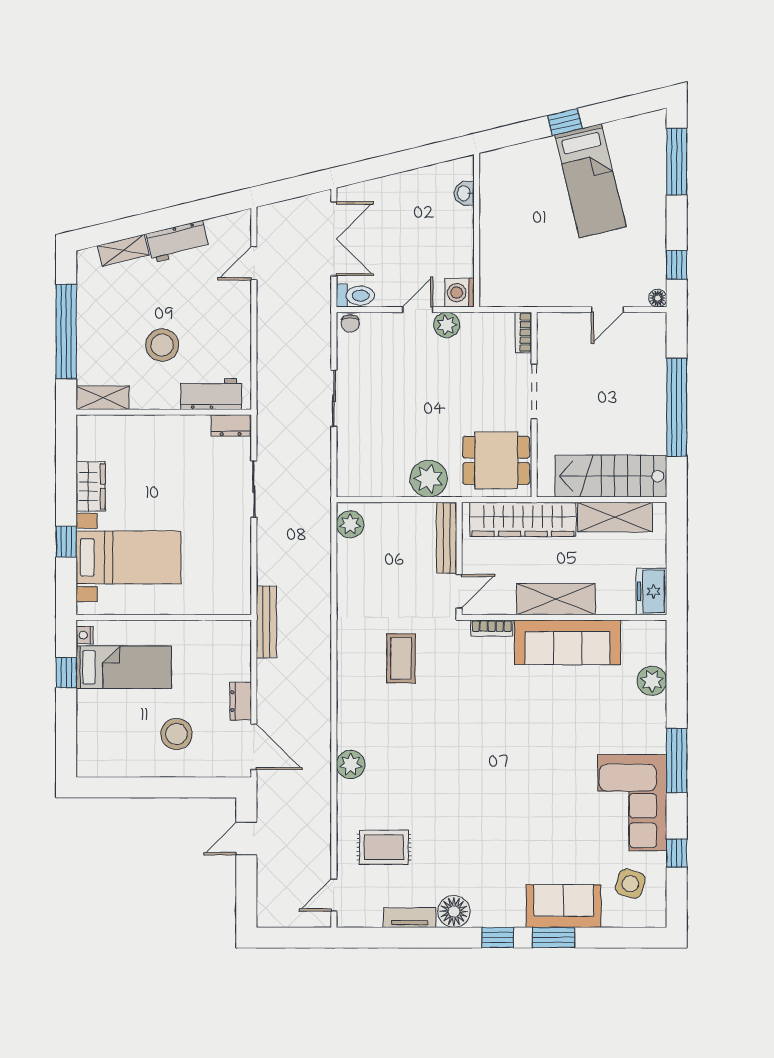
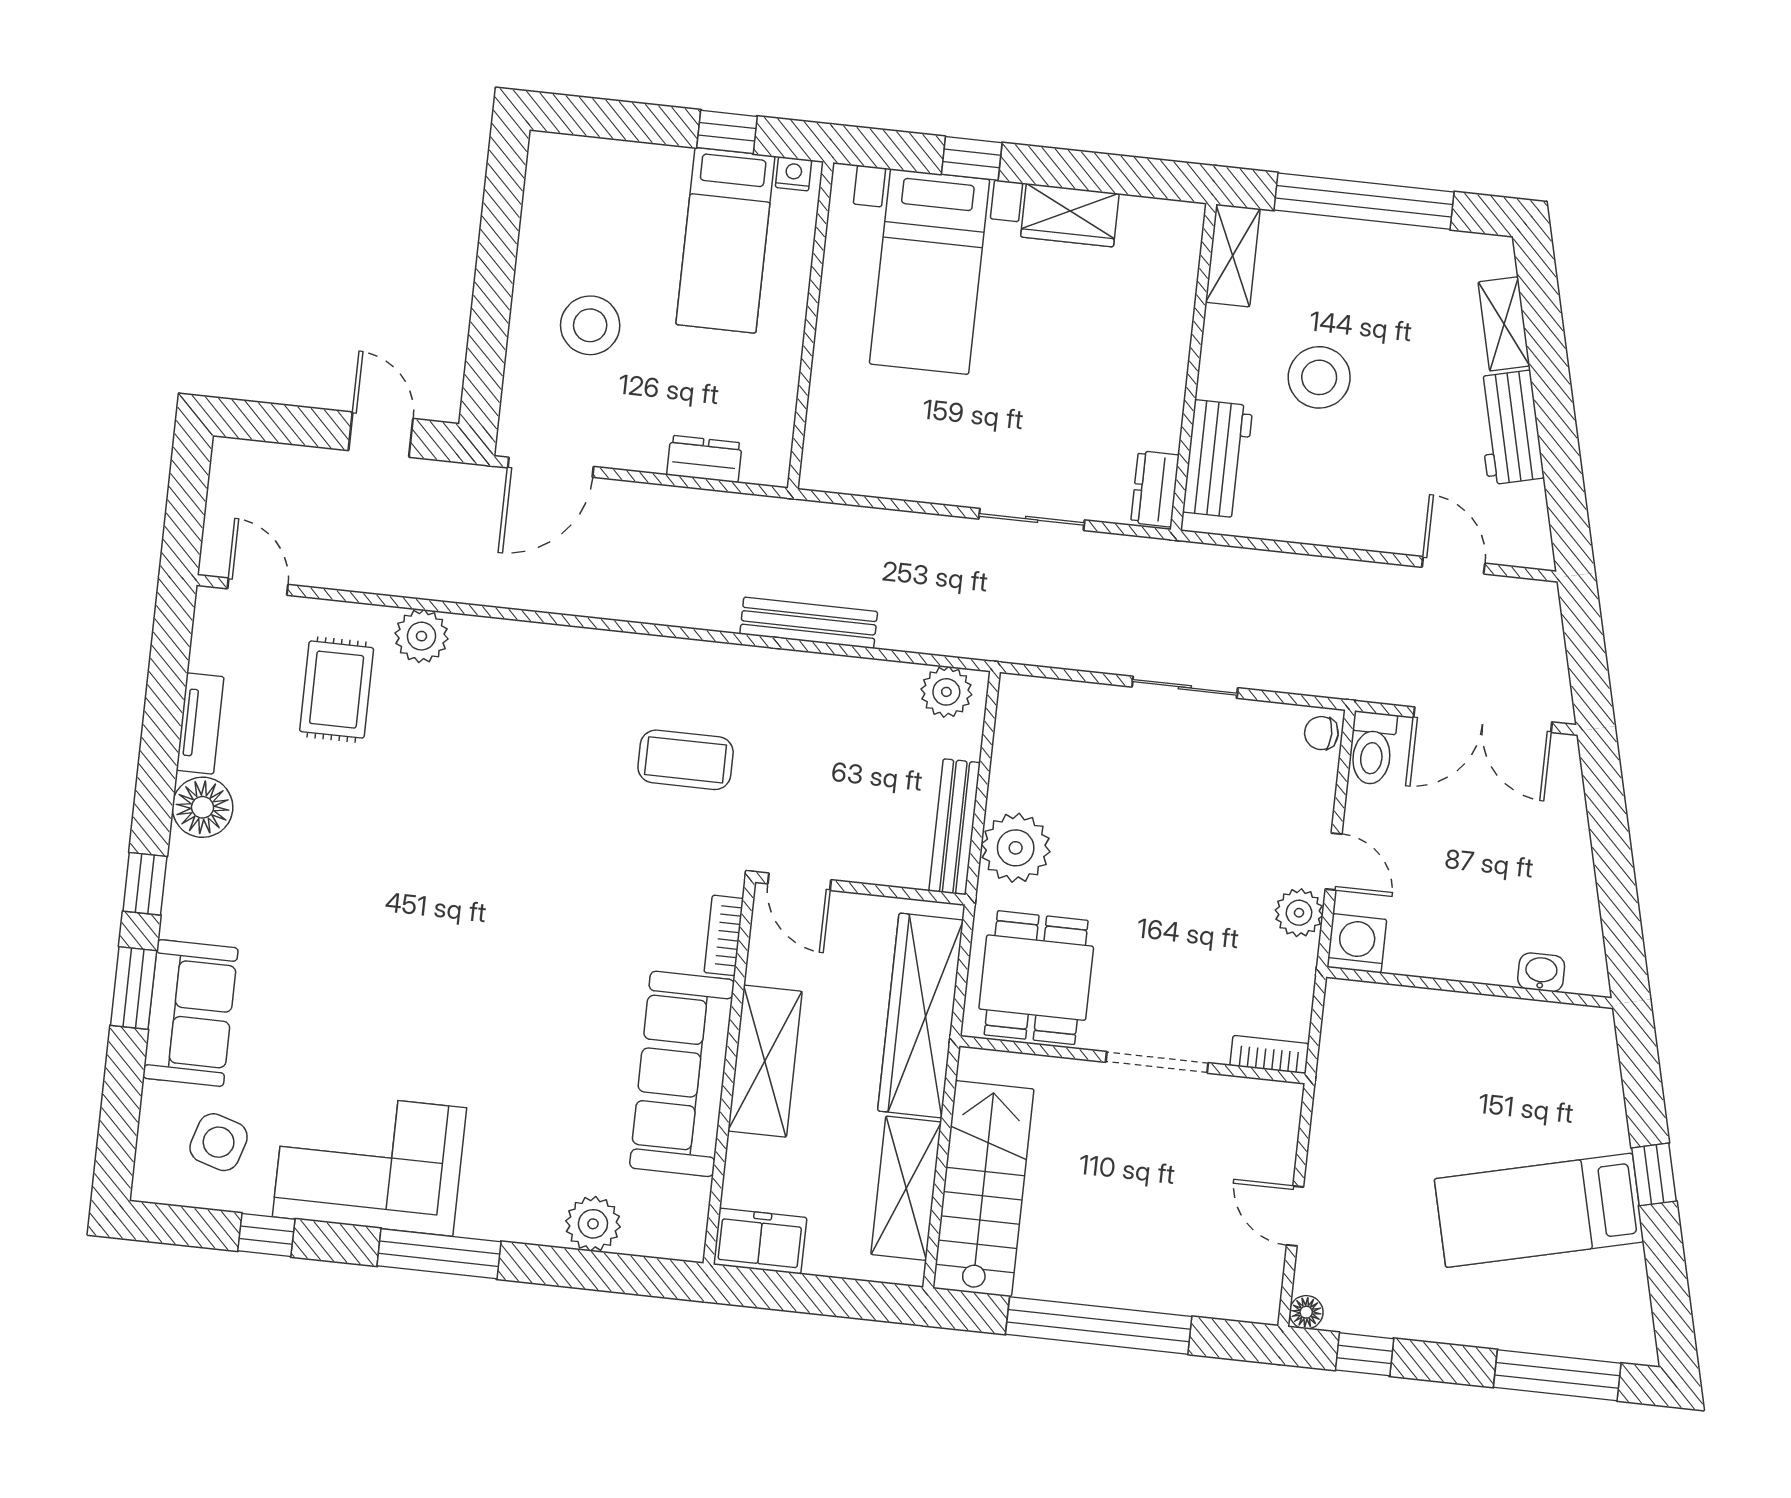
bench: (447, 538) -> (955, 827), moved, turned 90
bench: (266, 622) -> (809, 623), moved
dresser: (241, 701) -> (704, 459), moved
plant: (351, 764) -> (421, 636), moved

